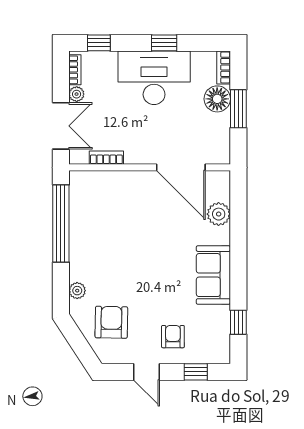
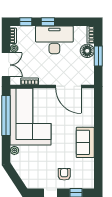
window: (164, 43) -> (48, 22), moved
plant: (219, 214) -> (88, 111), removed
corner sofa: (108, 226) -> (30, 117), added
armchair: (111, 322) -> (32, 167), removed
window: (238, 322) -> (98, 167), removed

